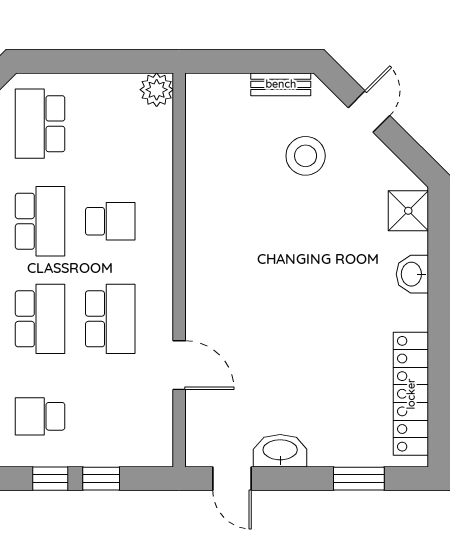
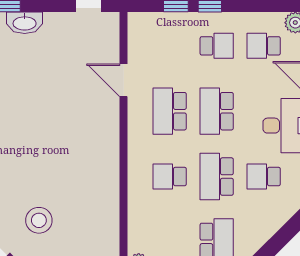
washbasin: (280, 451) -> (25, 23), moved

